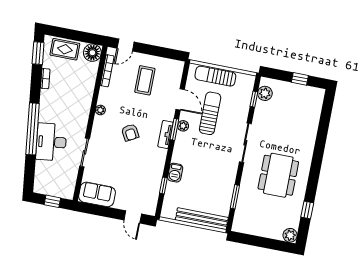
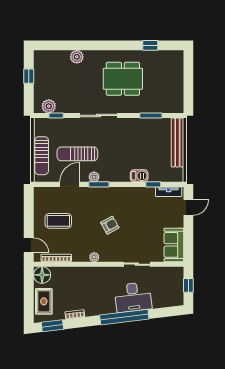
tv unit: (165, 134) -> (169, 192), moved
plant: (290, 235) -> (77, 57), moved

